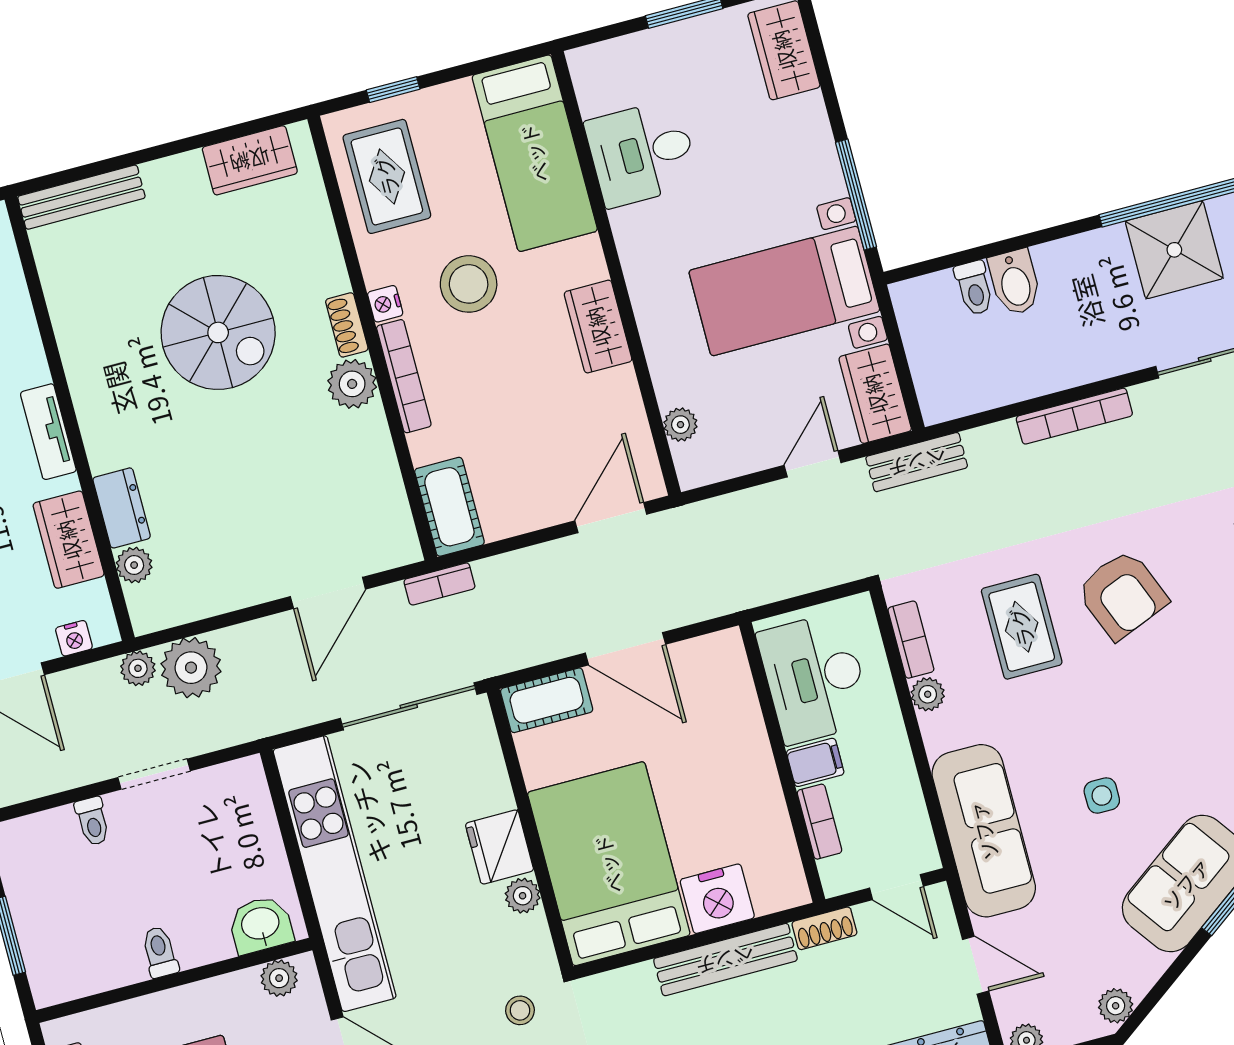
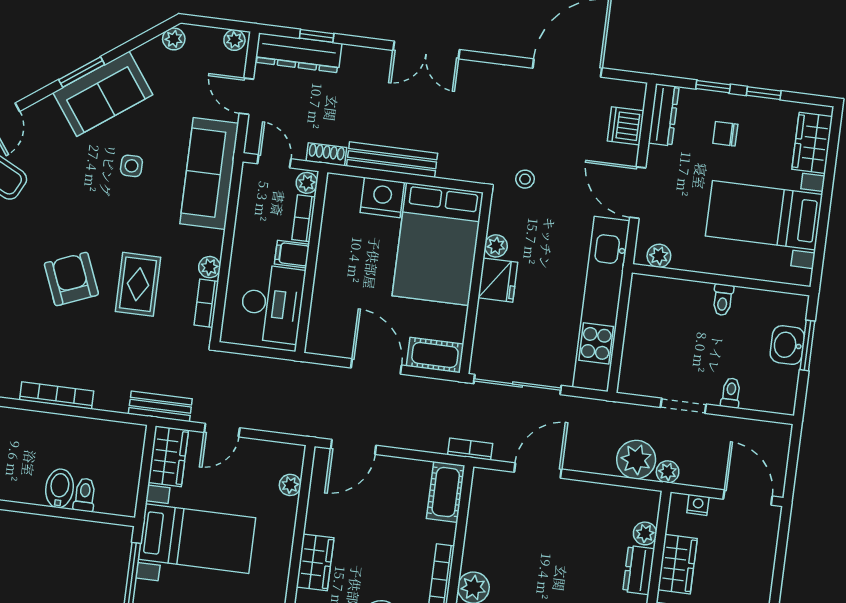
plant: (836, 875) -> (307, 183), added
washbasin: (261, 925) -> (787, 345), moved, turned 90

